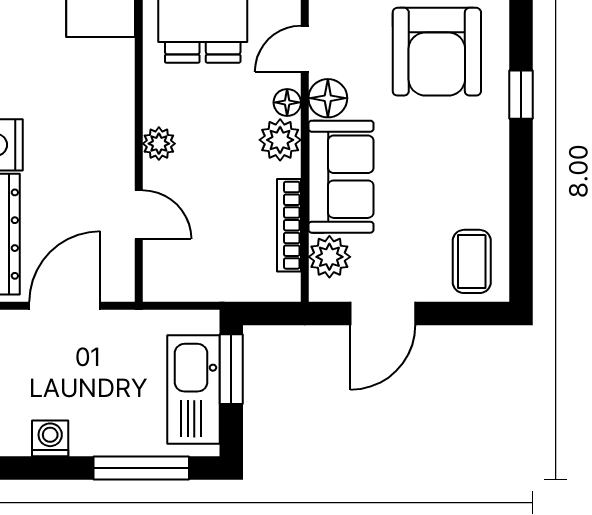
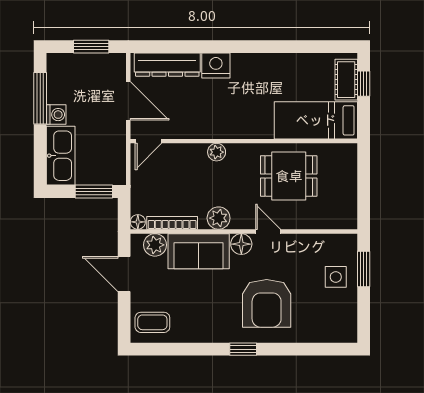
armchair: (437, 52) -> (267, 303), turned -90
floor lamp: (287, 102) -> (138, 222), moved
door: (139, 215) -> (148, 141), moved
kitchen sink: (194, 389) -> (61, 156), moved, turned 90
washing machine: (50, 438) -> (56, 115), moved
window: (141, 468) -> (40, 98), moved

